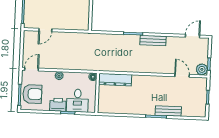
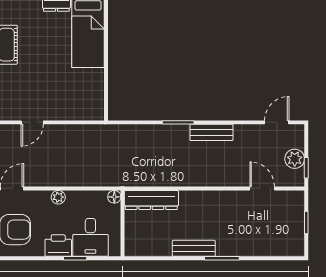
plant: (202, 69) -> (295, 159), moved
bench: (168, 111) -> (194, 248), moved

